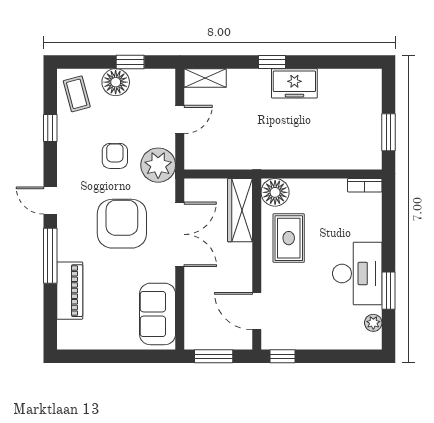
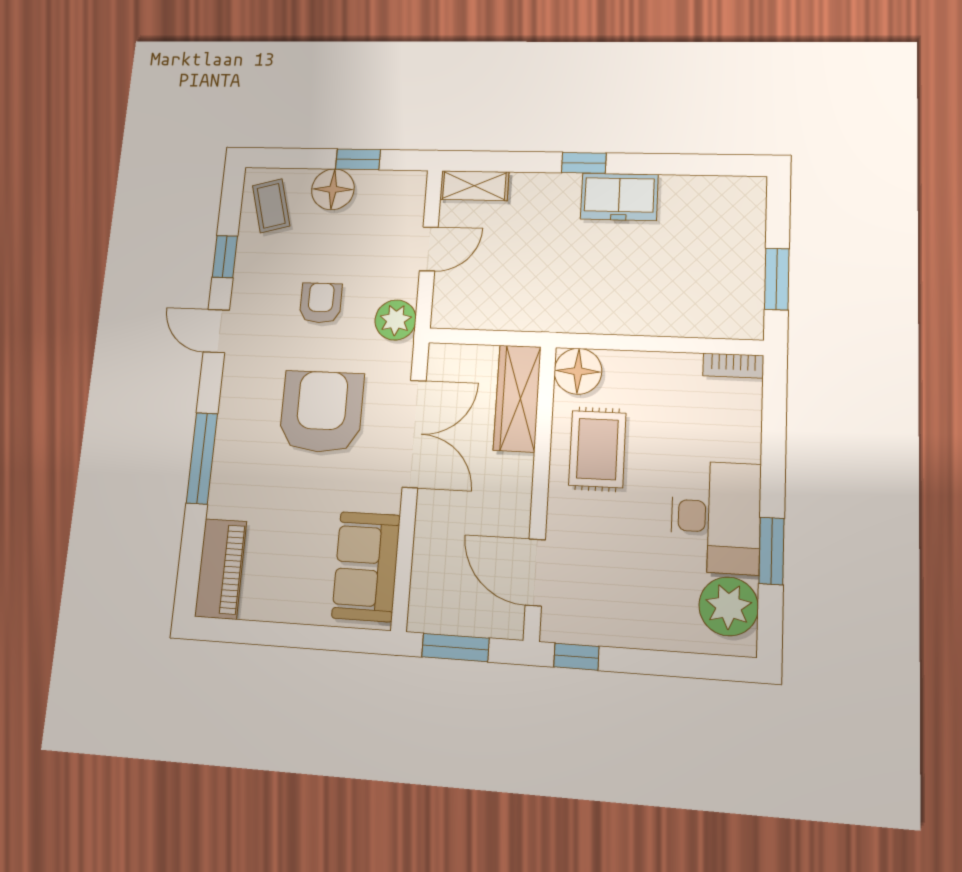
plant: (158, 165) -> (396, 320), width x0.73, depth x0.73
door: (50, 201) -> (216, 331), moved
piano: (70, 291) -> (221, 569), moved
plant: (373, 323) -> (729, 606), width x1.88, depth x1.88

